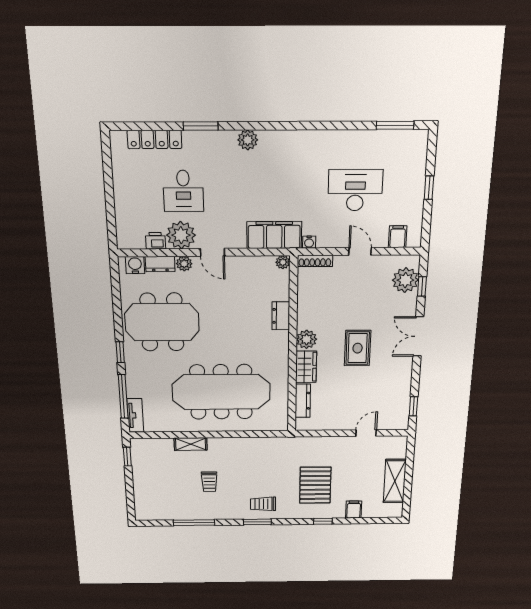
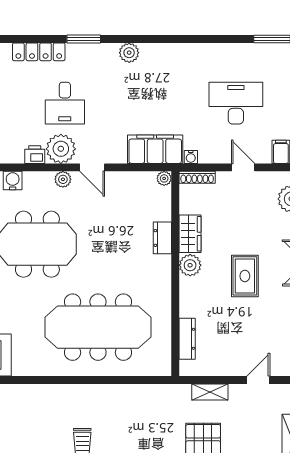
dresser: (160, 264) -> (38, 180), removed
wardrobe: (306, 367) -> (190, 234), moved
shelving: (191, 444) -> (210, 392), moved

